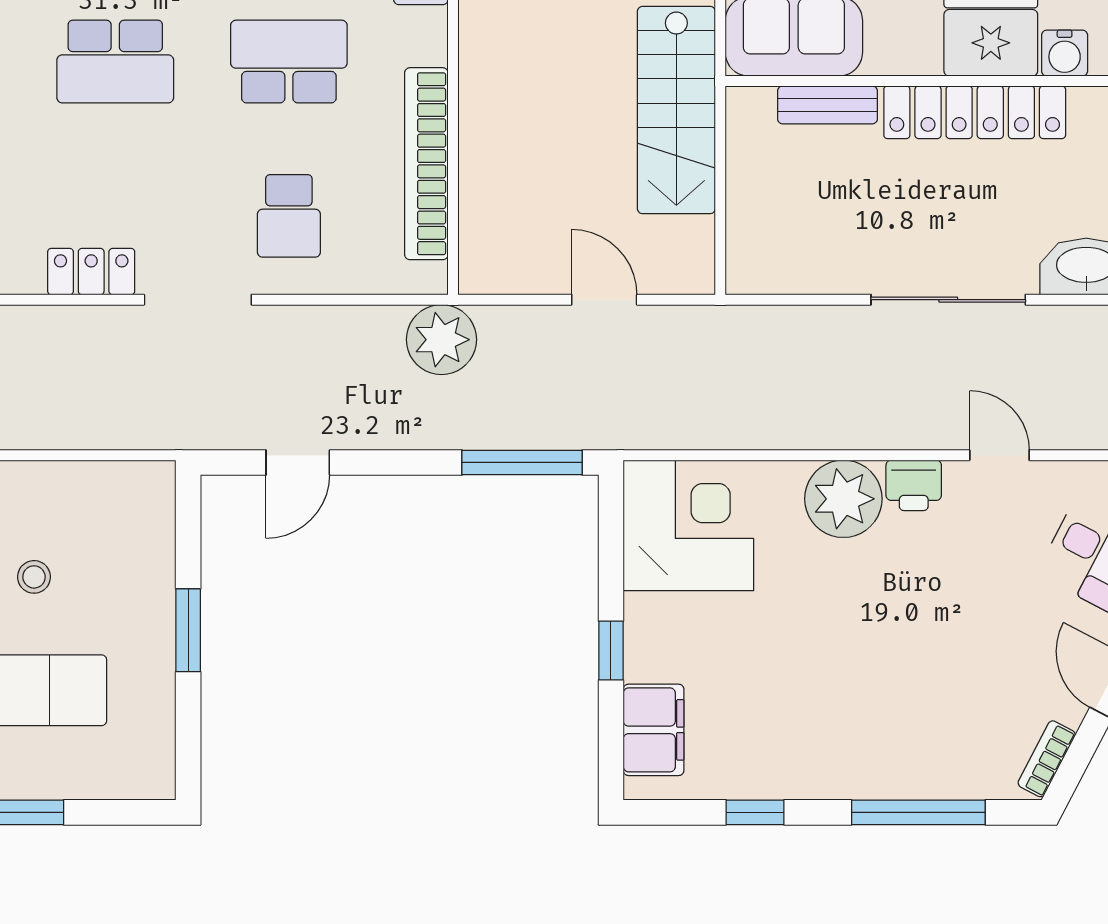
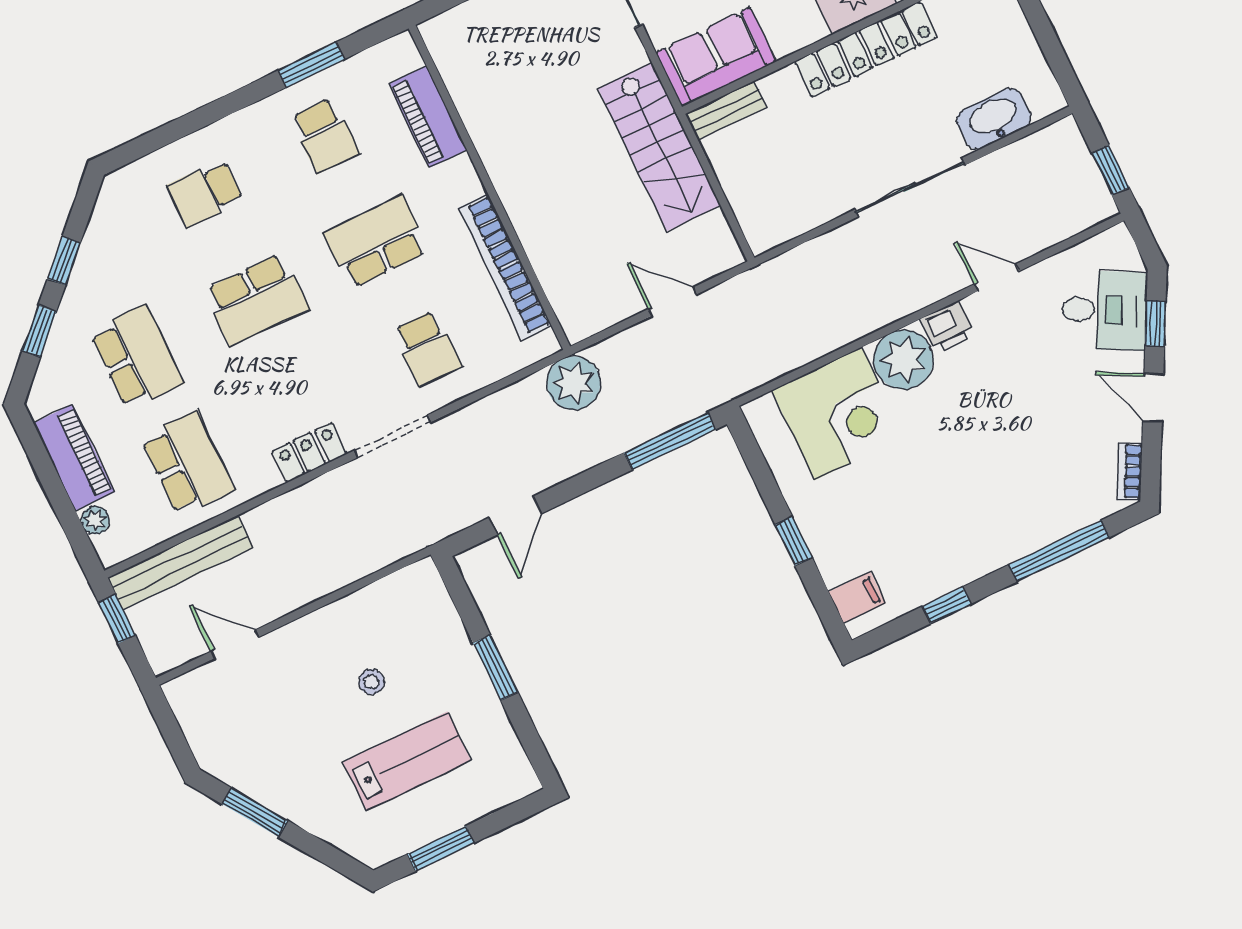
bench: (827, 105) -> (726, 111), moved
corner desk: (688, 525) -> (838, 414), moved, turned 90
filing cabinet: (654, 730) -> (857, 598), width x0.50

